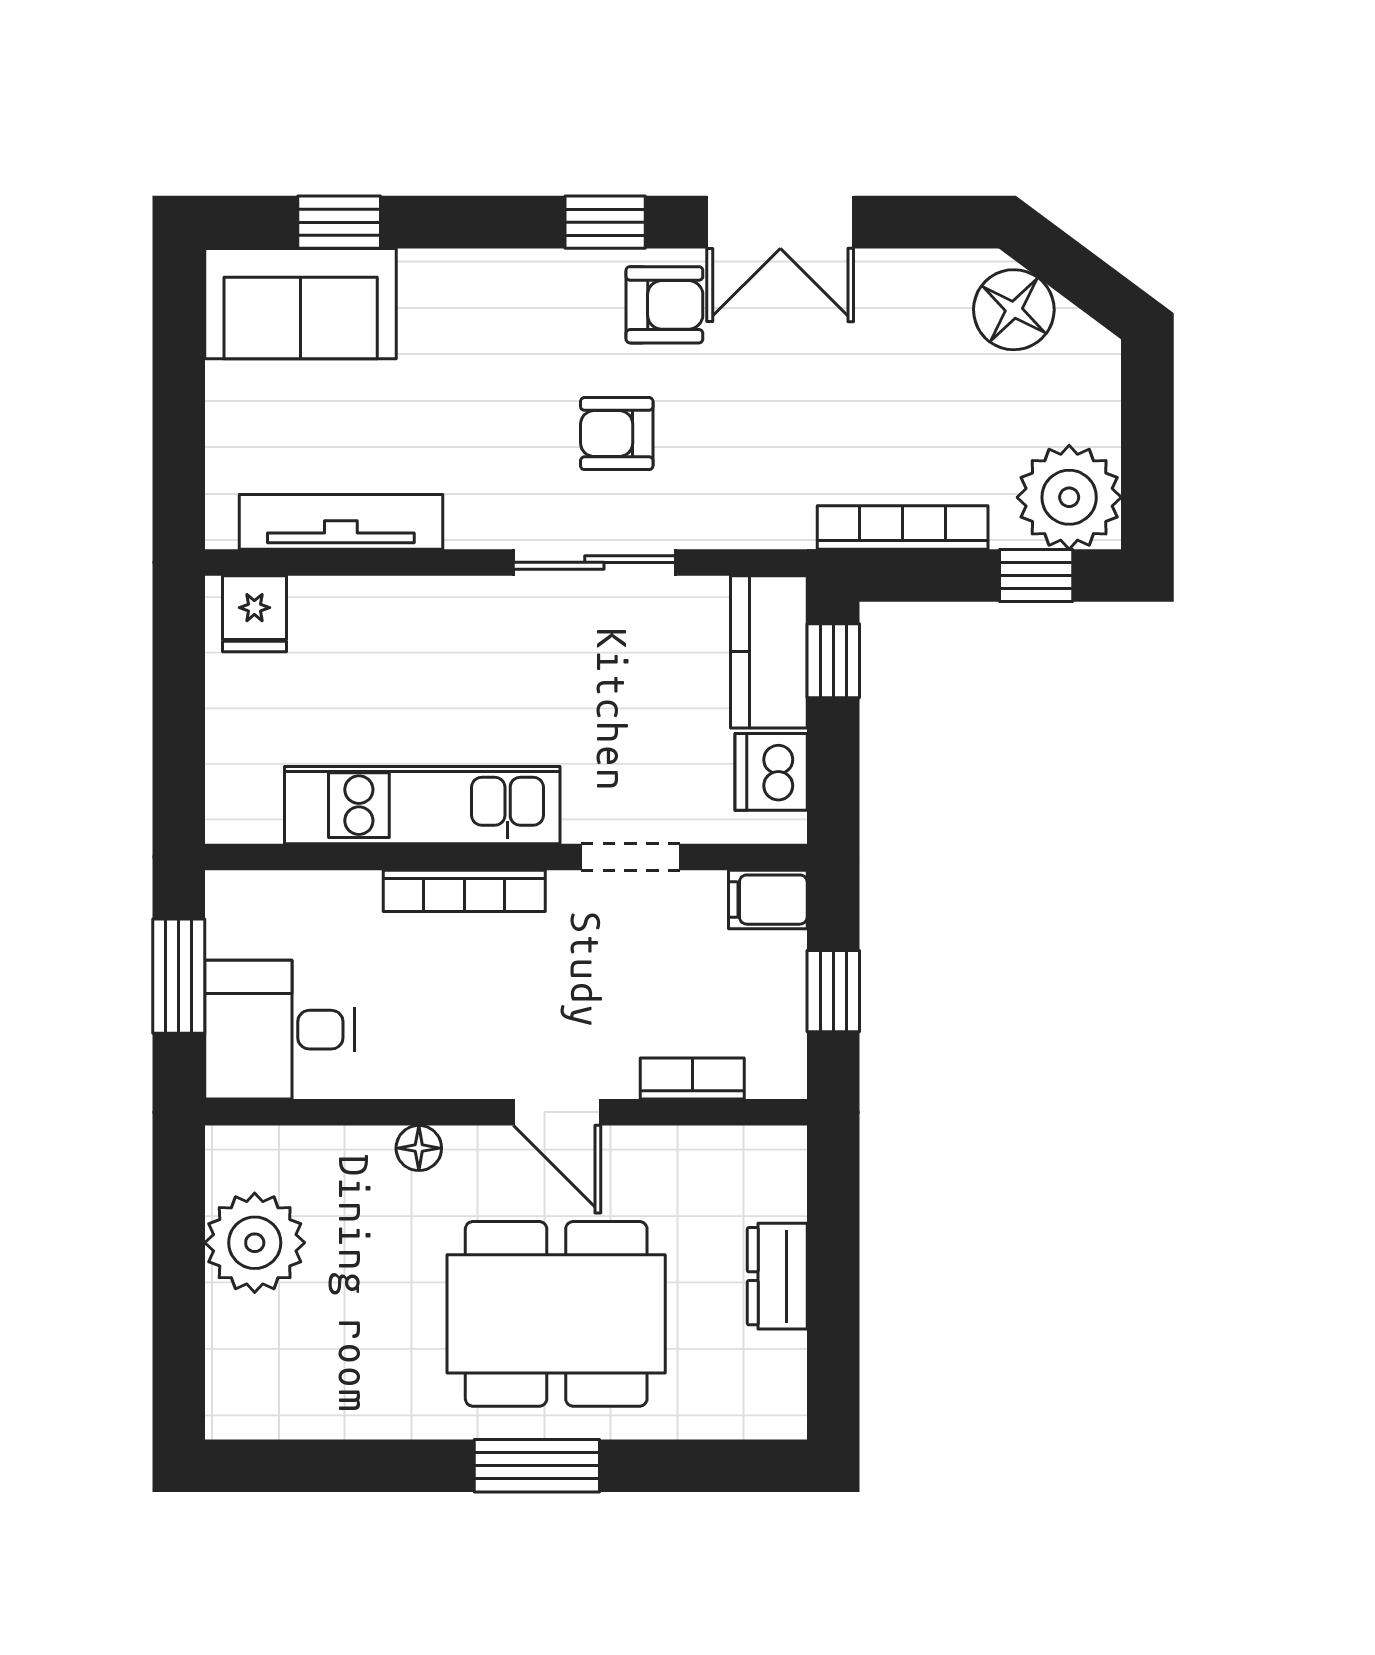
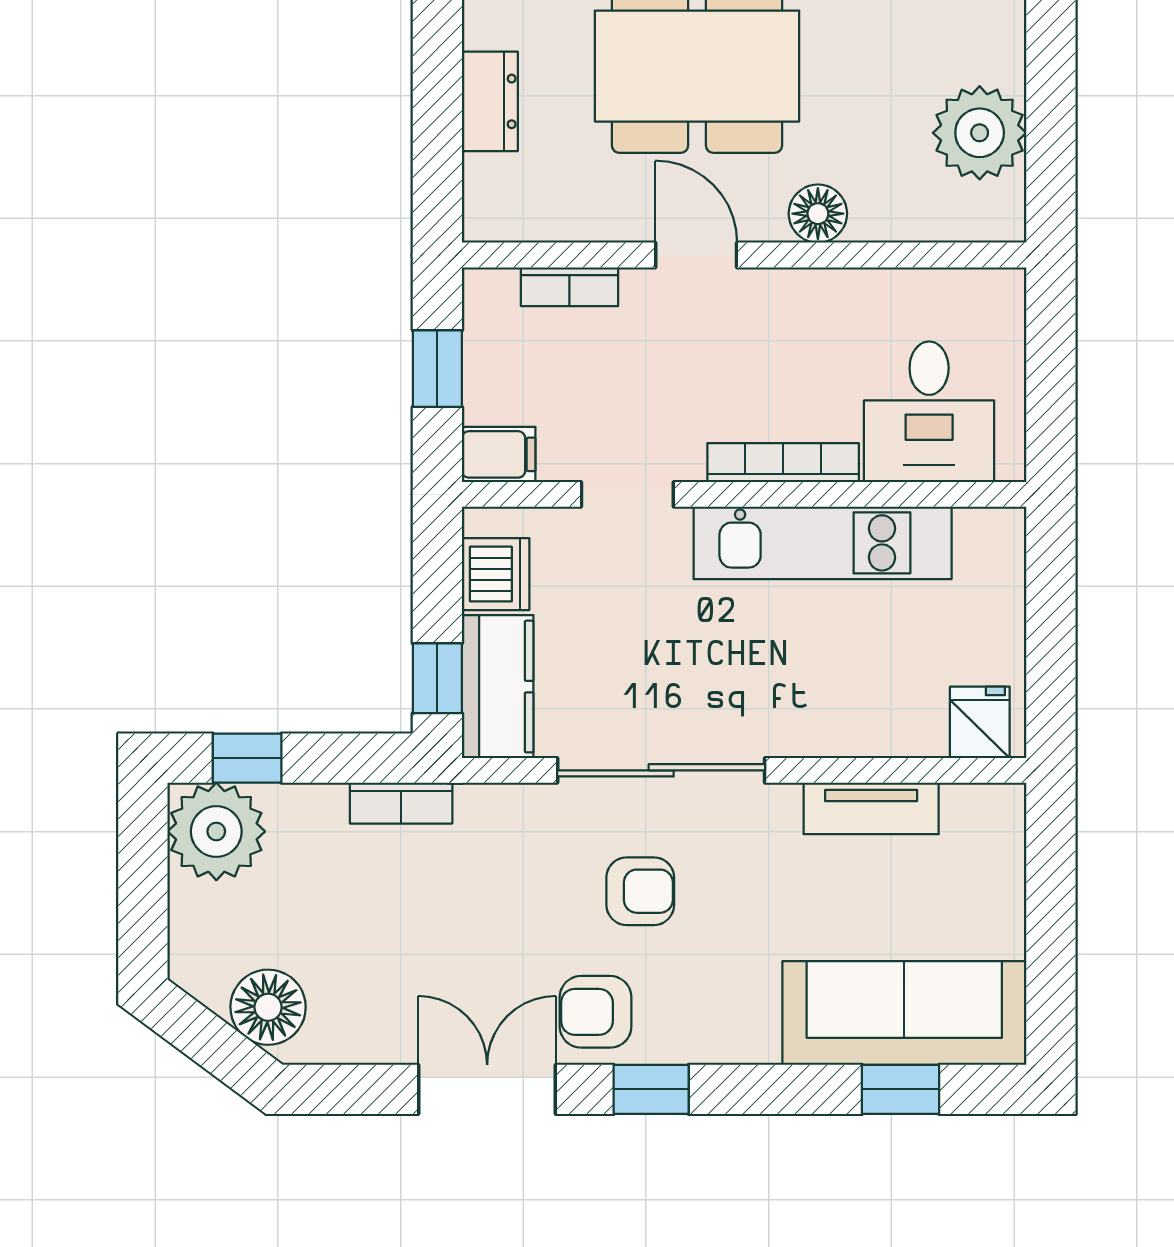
sofa: (301, 304) -> (904, 1013), width x1.36
tv unit: (341, 522) -> (871, 808), width x0.71
bookcase: (903, 528) -> (401, 803), width x0.64
sliding door: (594, 562) -> (661, 770), width x1.37
window: (179, 976) -> (1051, 383), removed
desk: (280, 1030) -> (929, 412), moved, turned 90
floor lamp: (419, 1148) -> (818, 214), width x1.37, depth x1.37

